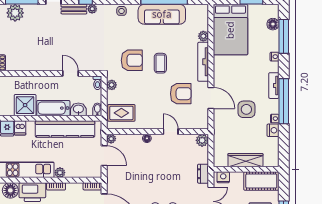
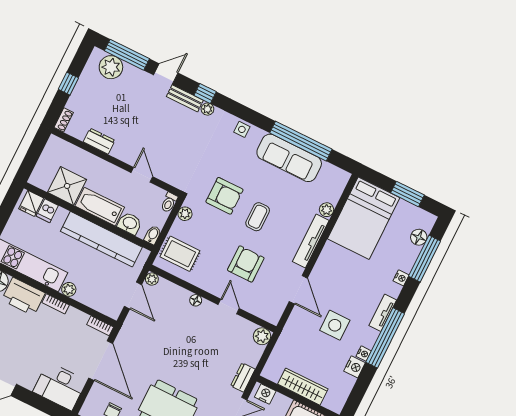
dresser: (32, 65) -> (99, 141), added
armchair: (181, 94) -> (246, 264), moved, turned -90

